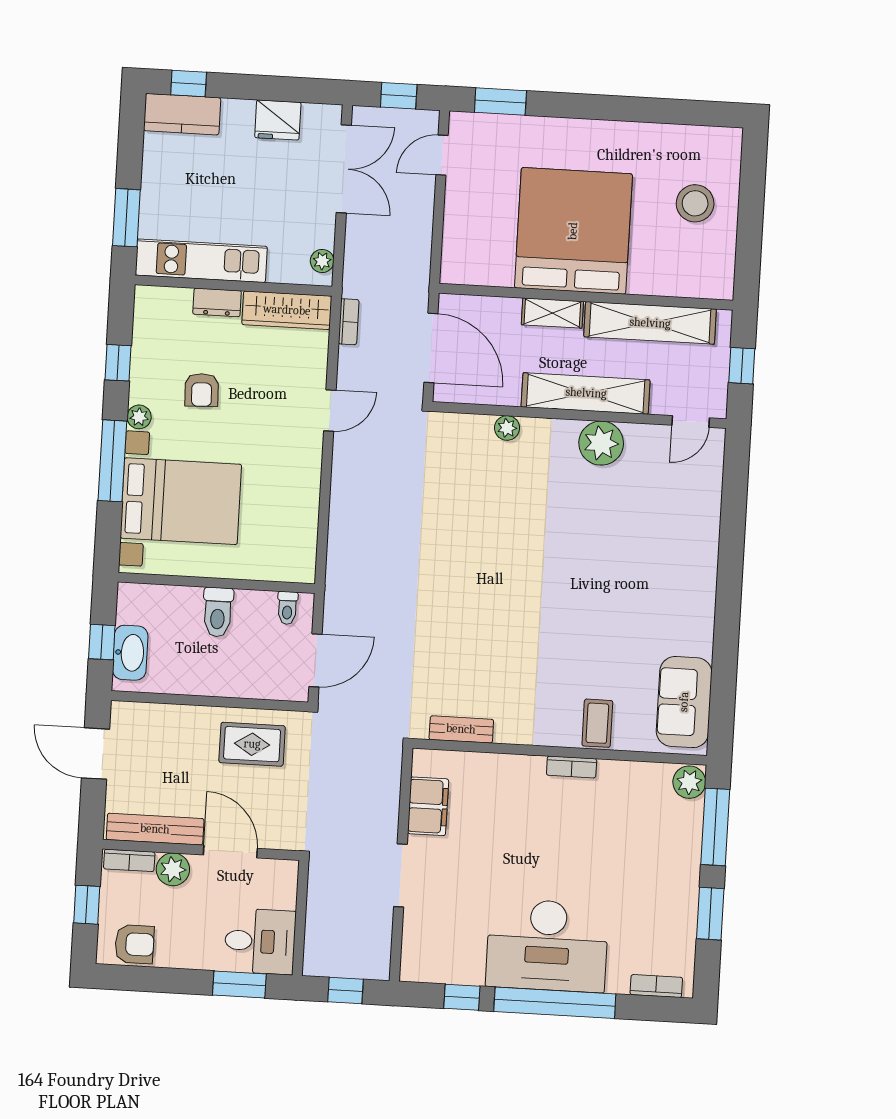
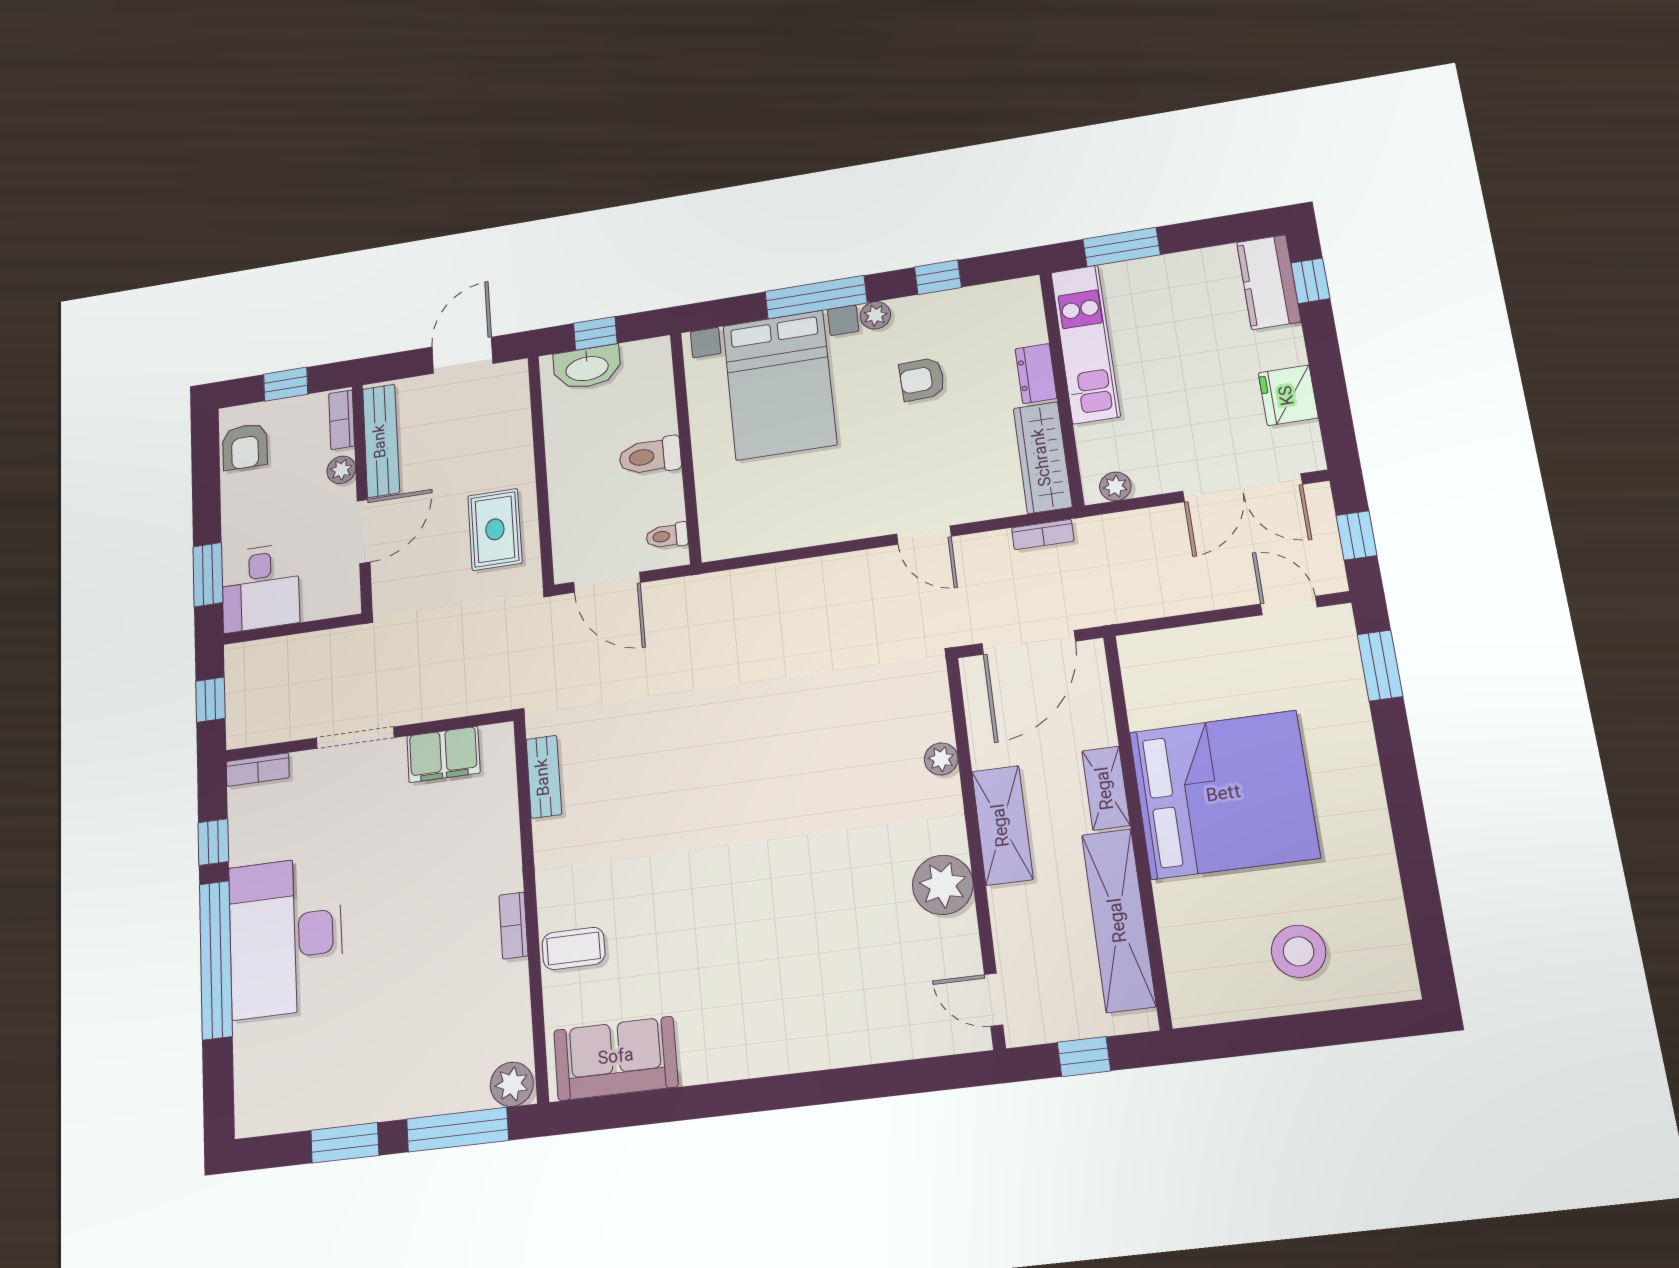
shelving: (586, 393) -> (1002, 825), width x0.68
plant: (173, 869) -> (341, 470), width x0.73, depth x0.73
bookcase: (656, 986) -> (258, 770), moved, turned 90

